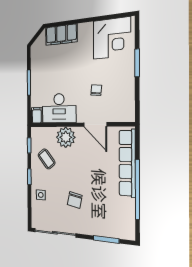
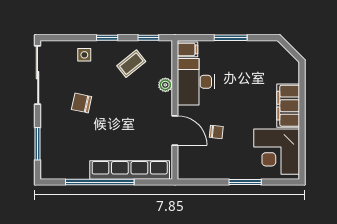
filing cabinet: (61, 35) -> (288, 106), moved
door: (95, 125) -> (175, 131), swing flipped
plant: (66, 137) -> (165, 85), width x0.53, depth x0.53

